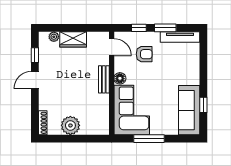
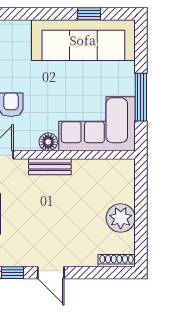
sofa: (189, 110) -> (83, 40), width x1.36, depth x1.27

